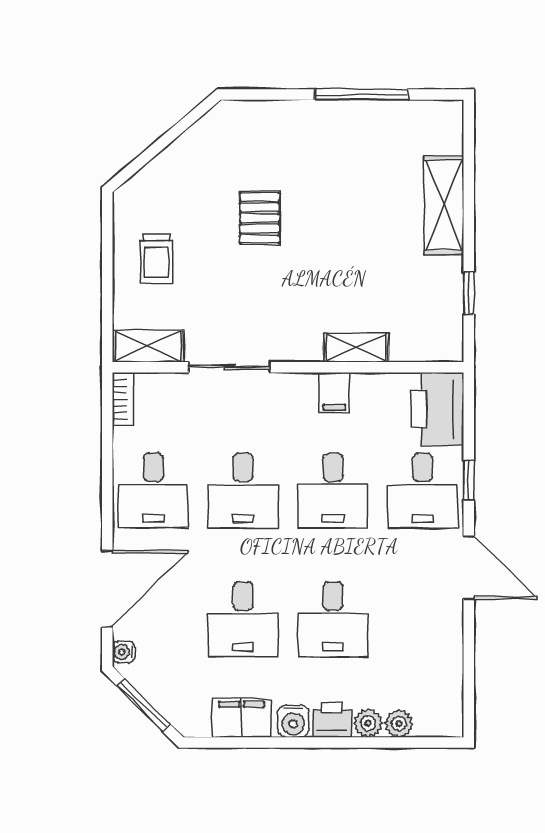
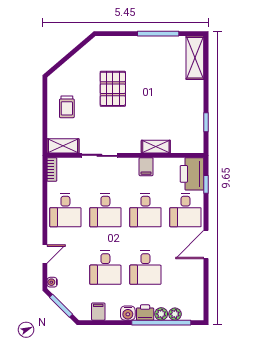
shelving: (444, 205) -> (195, 58), moved
pallet: (260, 218) -> (113, 89), width x1.50, depth x1.42
window: (469, 480) -> (206, 184), moved
door: (469, 567) -> (206, 245), swing flipped
door: (107, 589) -> (45, 254), width x0.53
filing cabinet: (242, 718) -> (98, 312), width x0.50
window: (368, 743) -> (161, 323), added

